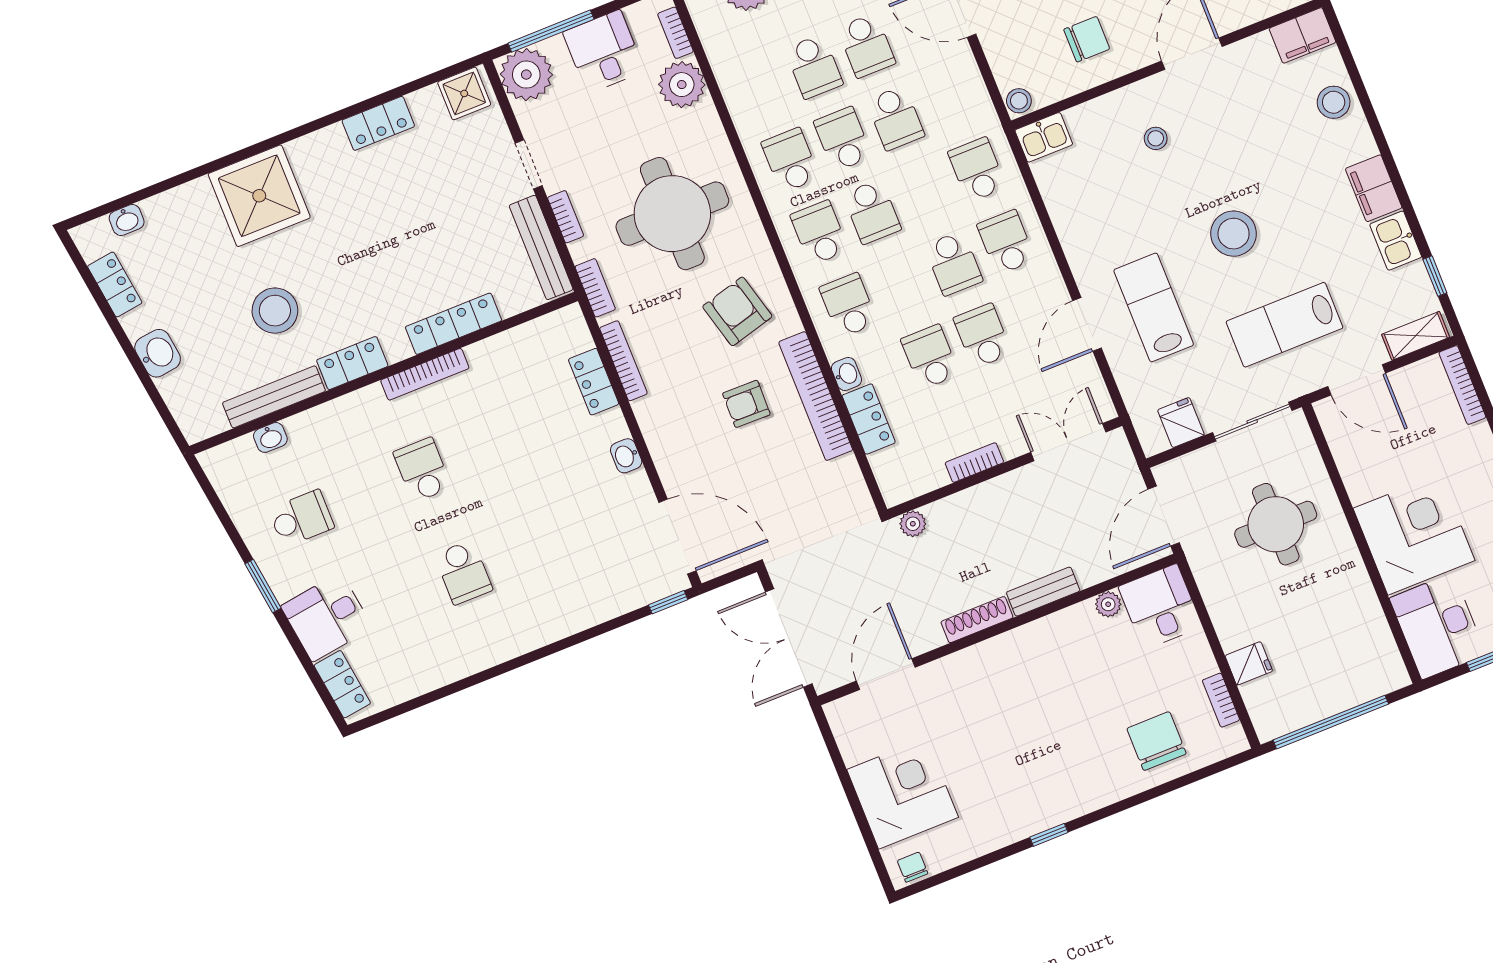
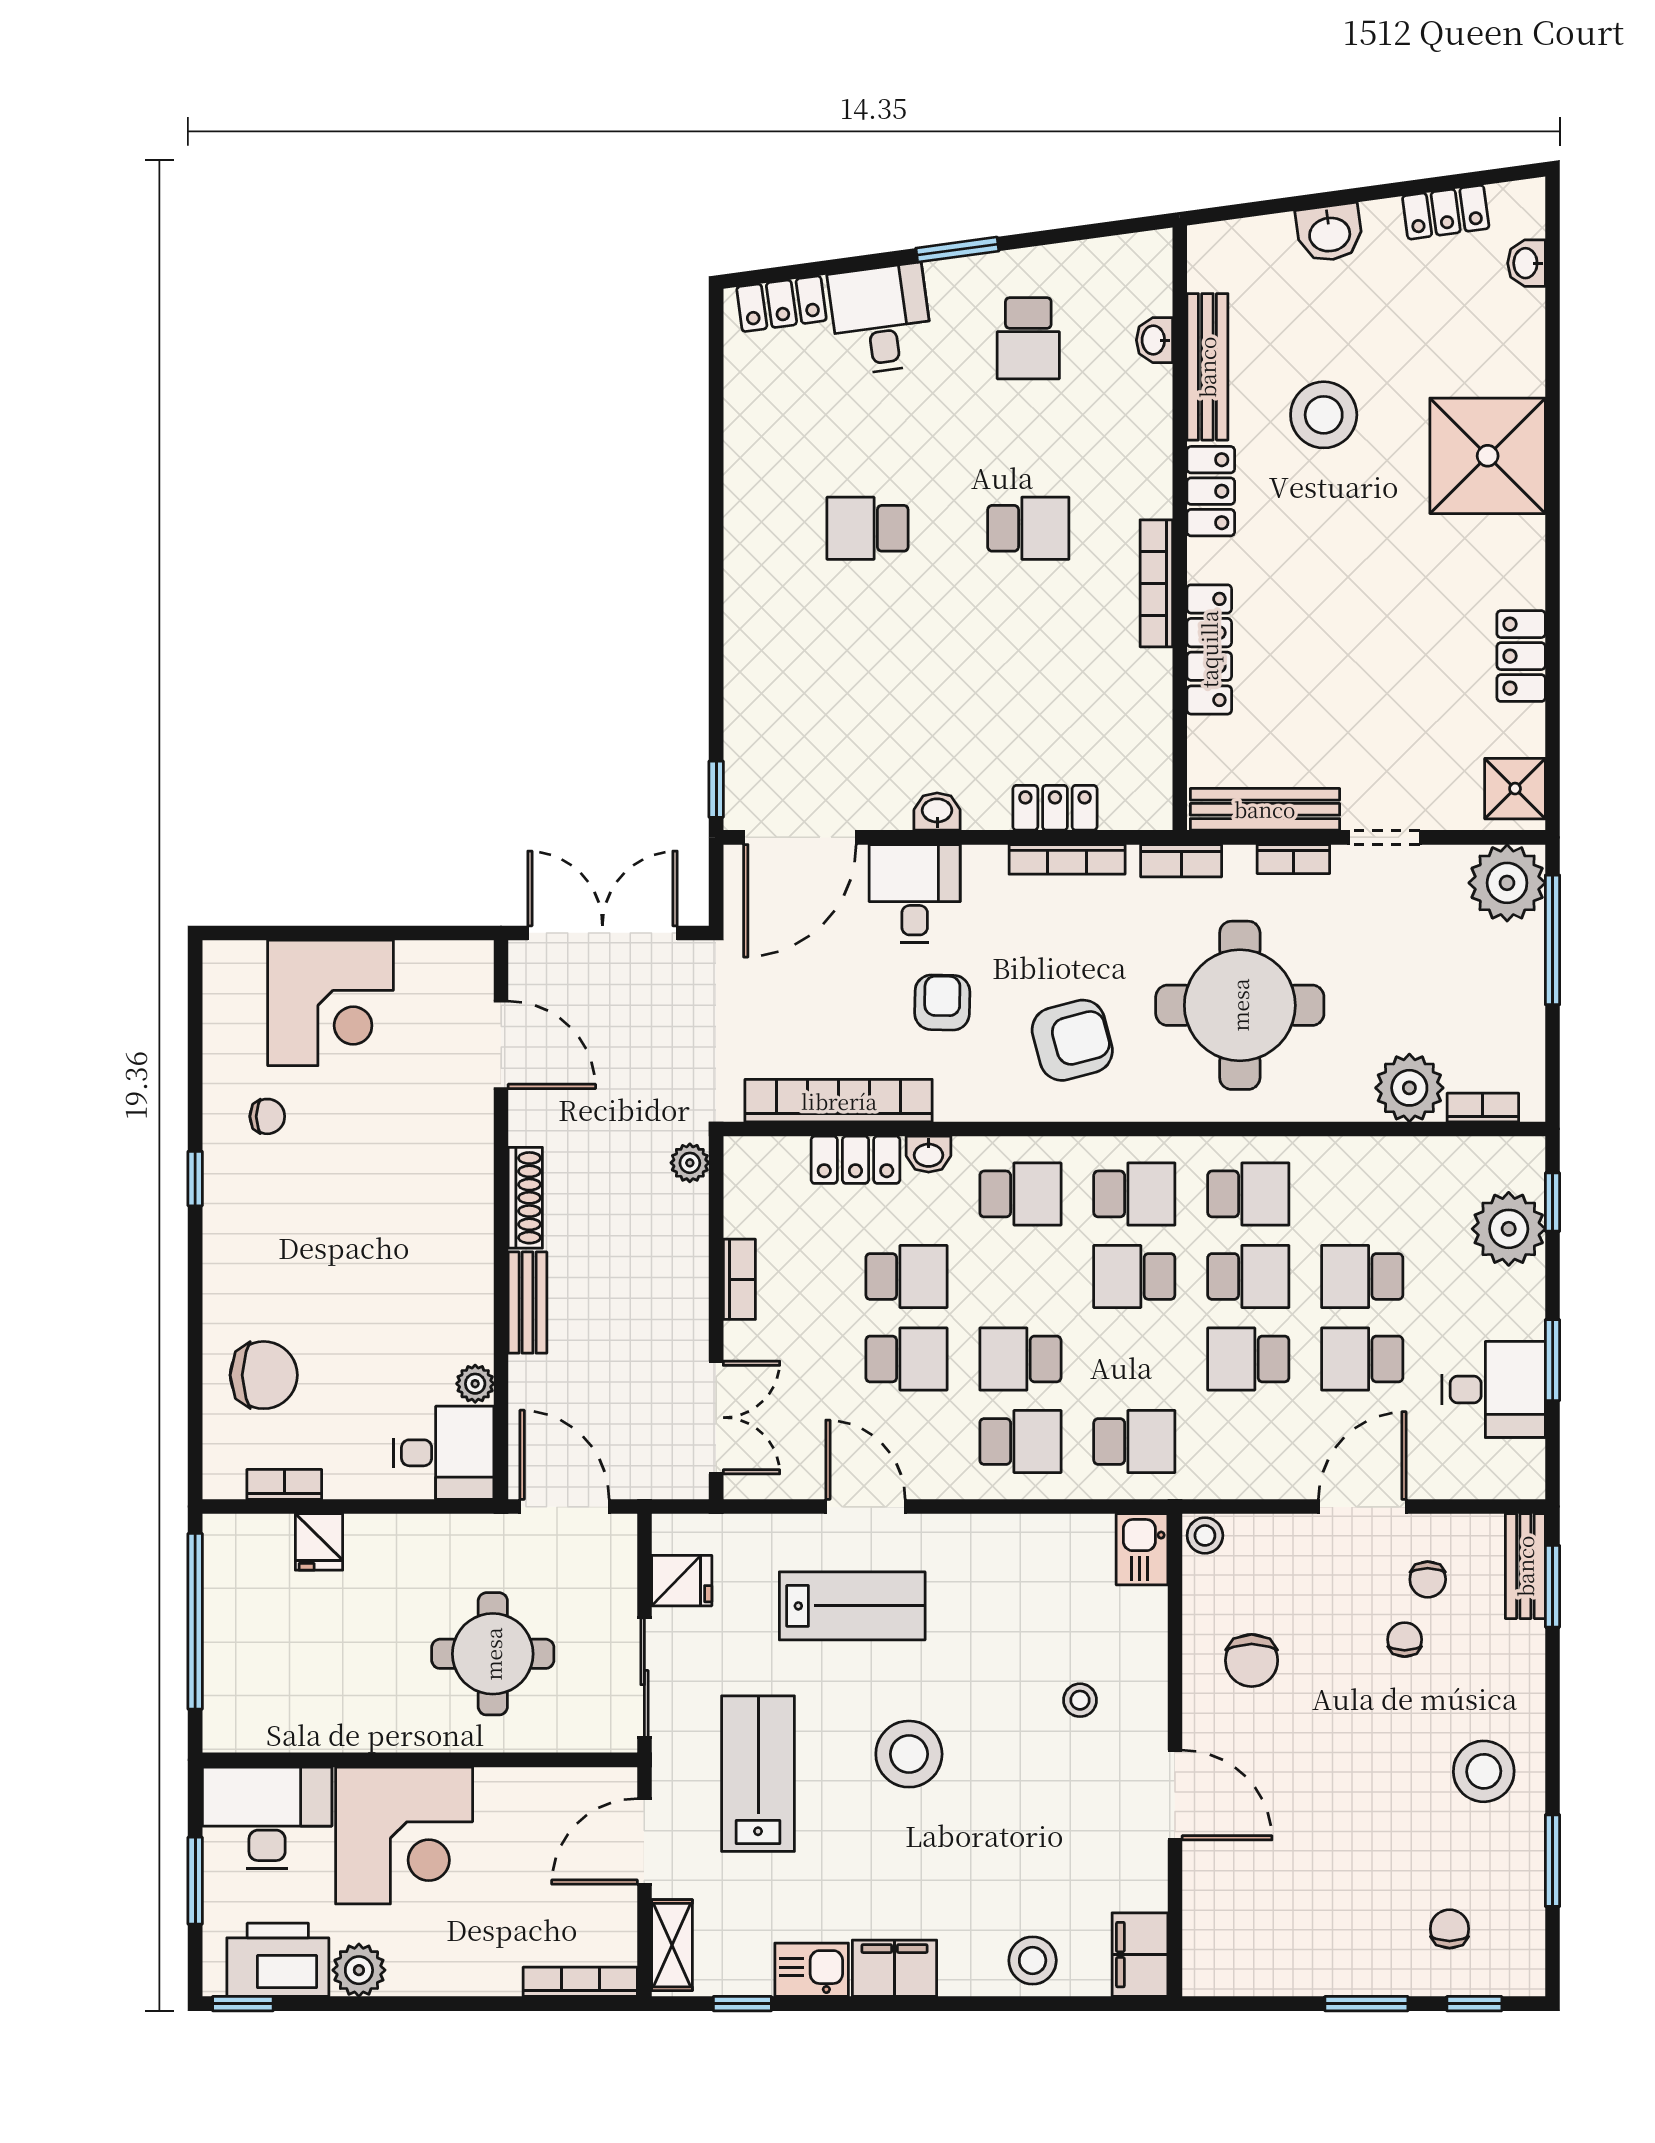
desk: (604, 52) -> (915, 894), moved, turned -90
bookcase: (816, 396) -> (839, 1101), moved
chair: (913, 867) -> (267, 1116), moved

